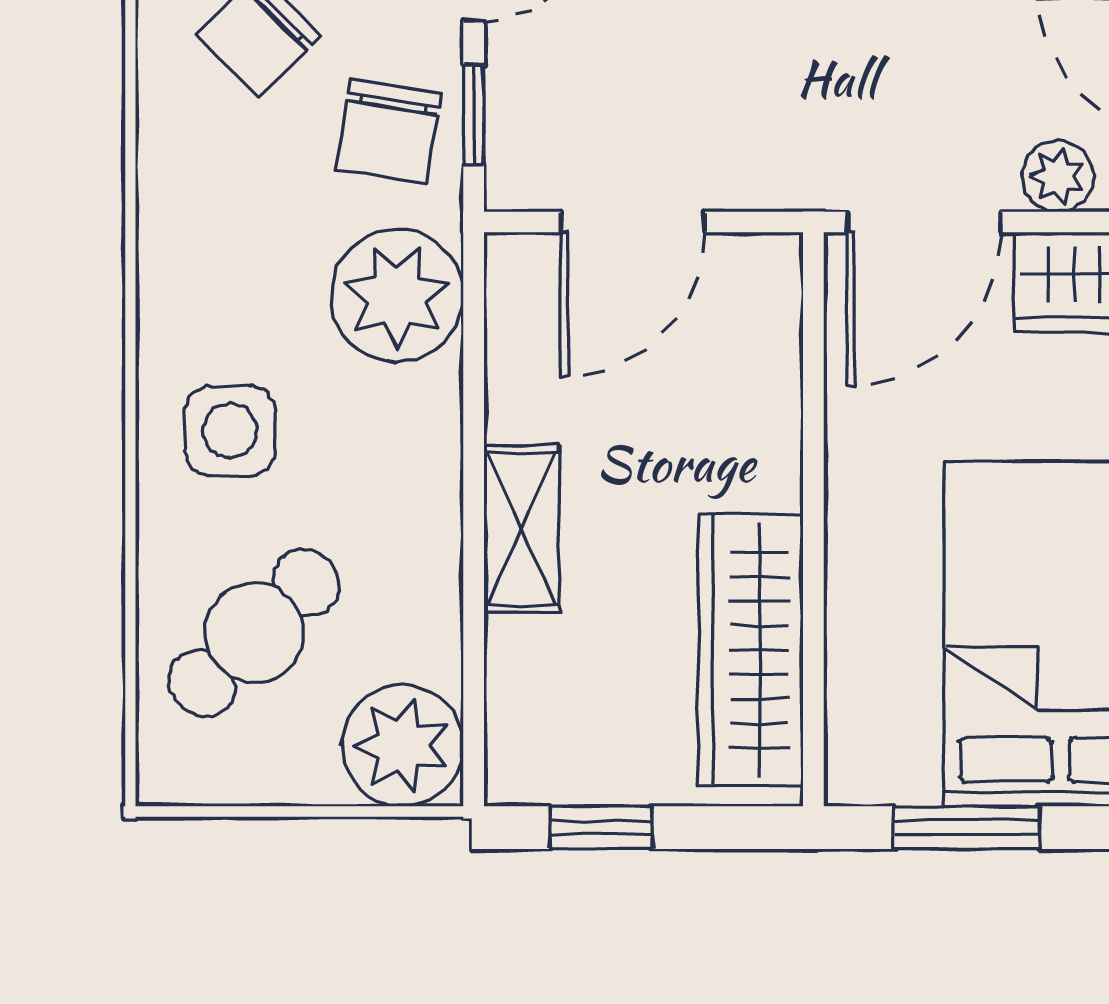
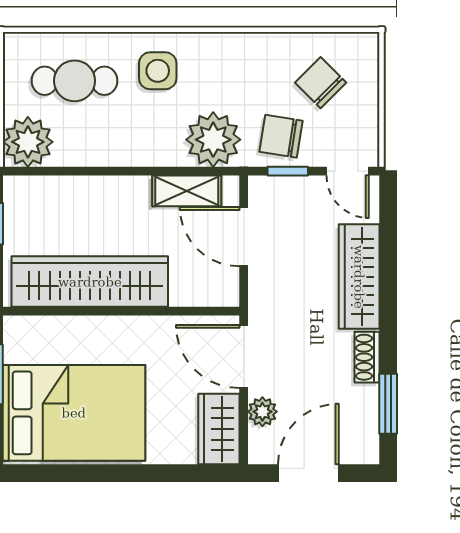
shelving: (521, 529) -> (187, 191), moved
cafe table: (254, 633) -> (75, 81), turned -46
wardrobe: (751, 650) -> (90, 282), width x1.40, depth x1.17

